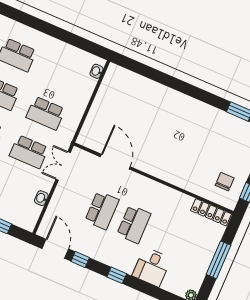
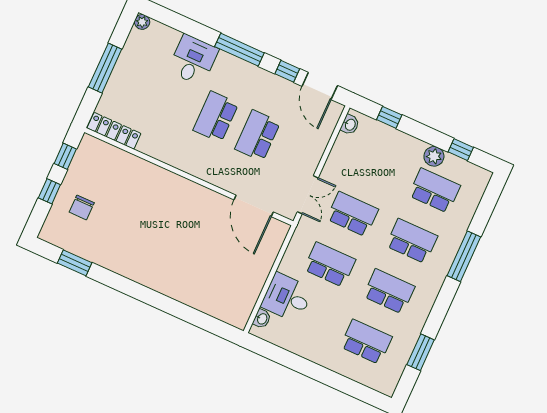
desk: (78, 88) -> (287, 298), added
door: (115, 162) -> (254, 206), moved
chair: (225, 182) -> (82, 207), moved
washbasin: (41, 198) -> (350, 125), moved
window: (117, 275) -> (239, 50), width x2.17

